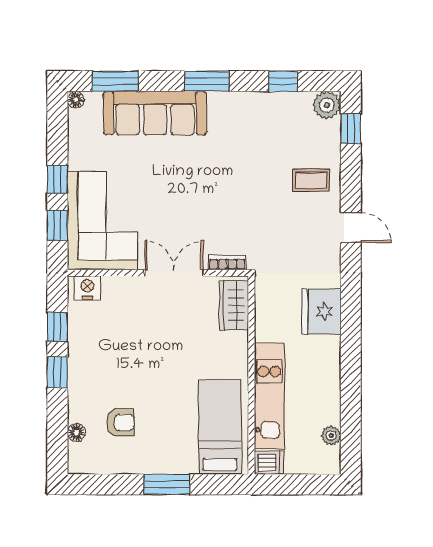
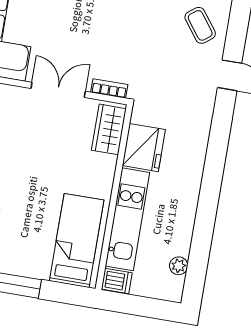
coffee table: (311, 180) -> (200, 25), turned 53
fridge: (321, 311) -> (144, 148), moved, turned 180

